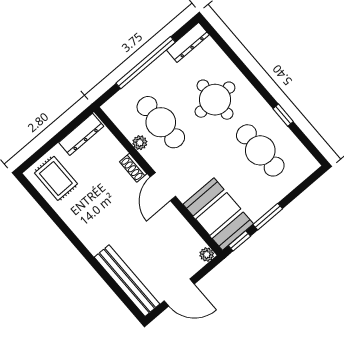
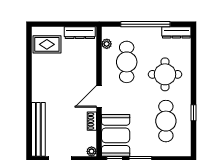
plant: (140, 143) -> (107, 44), moved
shoe rack: (133, 168) -> (92, 121), moved
rug: (56, 178) -> (47, 44), turned 90

